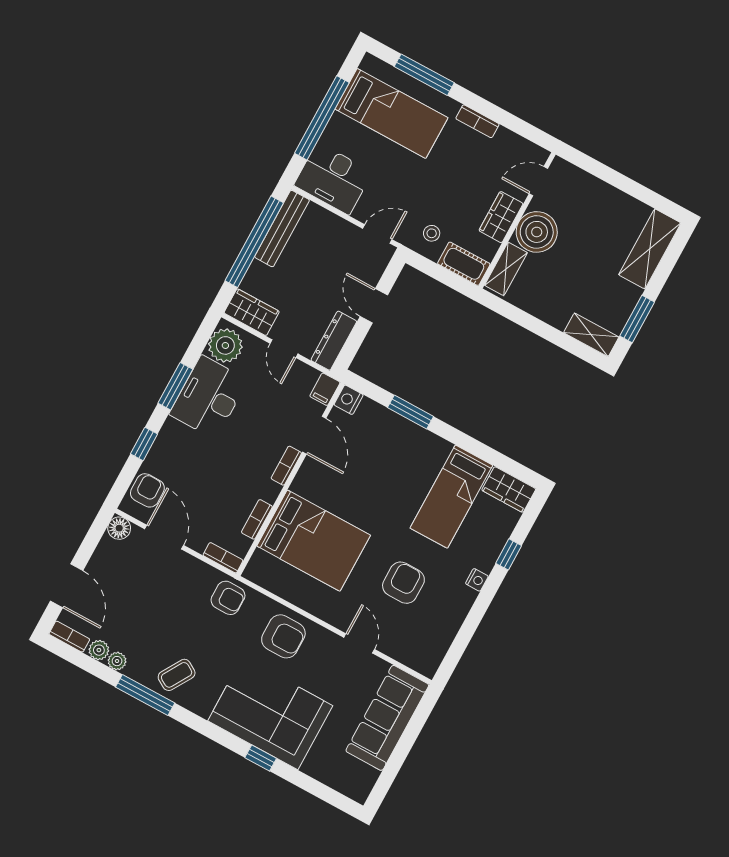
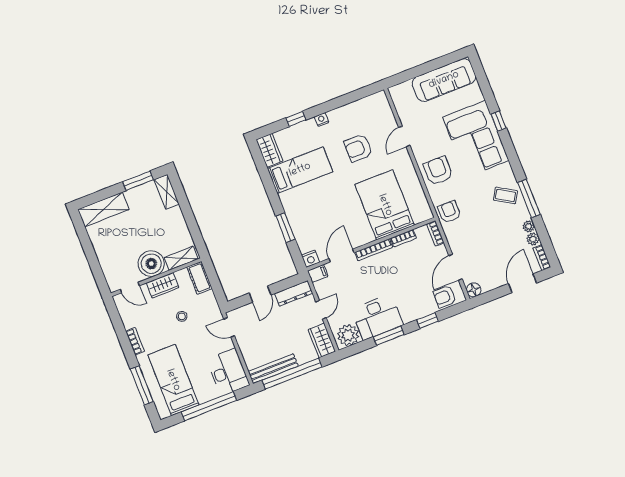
stool: (432, 233) -> (182, 316), moved
bookcase: (286, 466) -> (374, 250), width x1.56
sofa: (387, 718) -> (444, 80), moved

